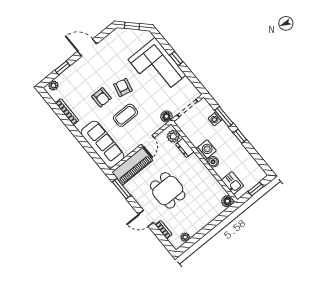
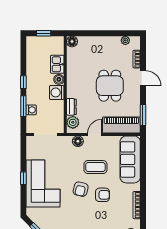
armchair: (101, 97) -> (102, 195), turned 90
floor lamp: (166, 116) -> (78, 141), moved
kitchen sink: (232, 183) -> (57, 64), moved

